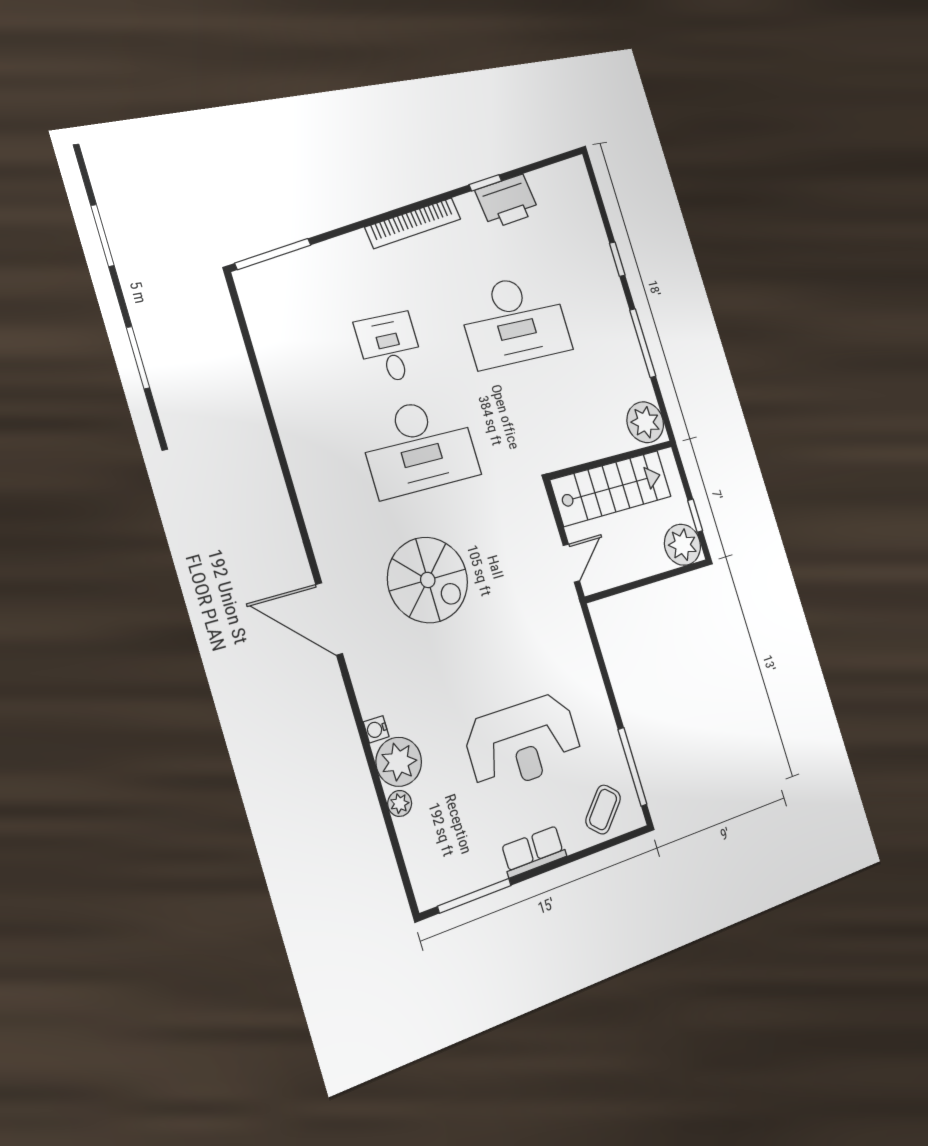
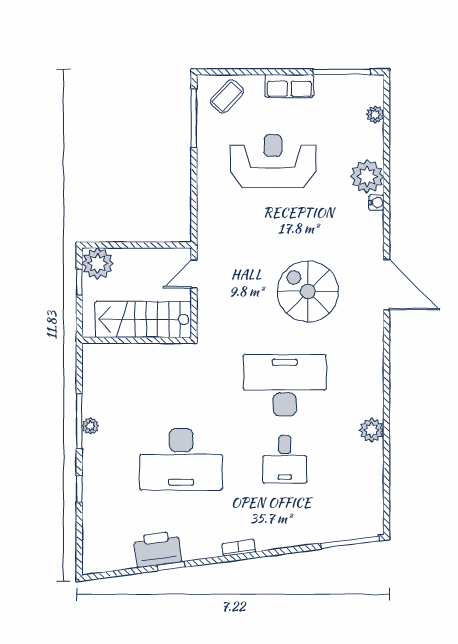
bookcase: (413, 223) -> (239, 548), width x0.43, depth x0.76
desk: (514, 321) -> (181, 459), turned 180
plant: (290, 412) -> (372, 430), added
plant: (645, 422) -> (90, 426), moved, width x0.53, depth x0.53
plant: (400, 803) -> (375, 115), moved

